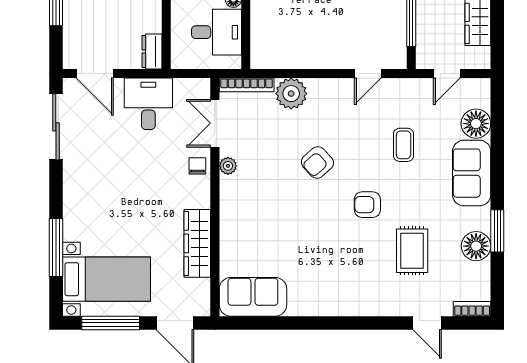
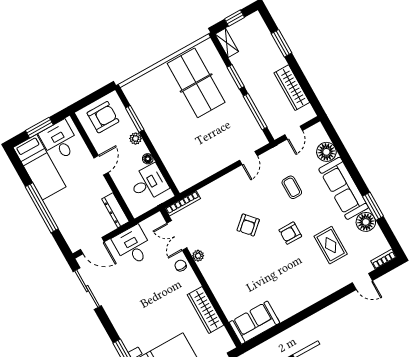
dresser: (152, 52) -> (115, 210), width x1.44
plant: (291, 94) -> (211, 194), removed
sofa: (472, 173) -> (344, 188), width x1.36

